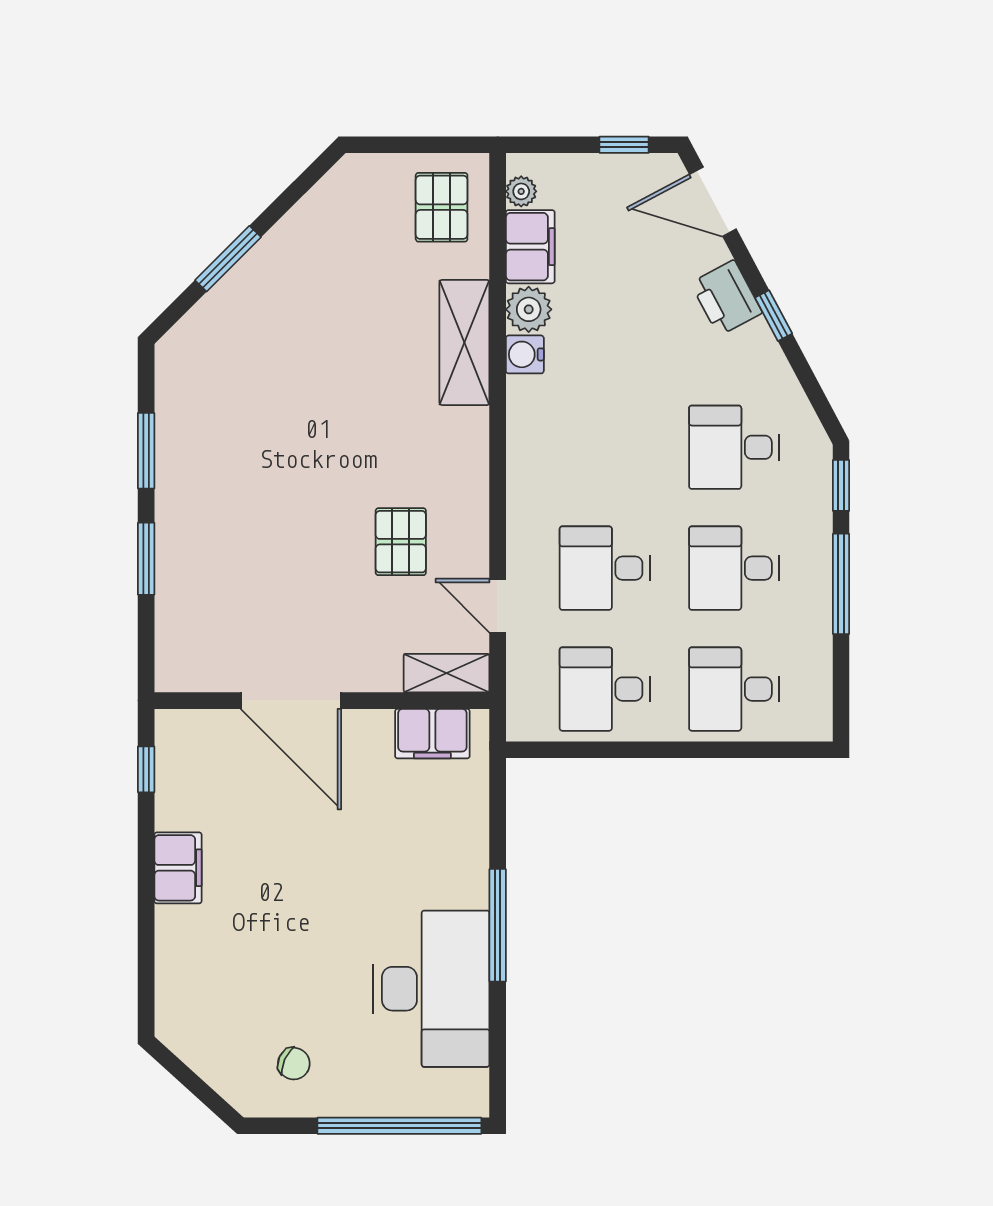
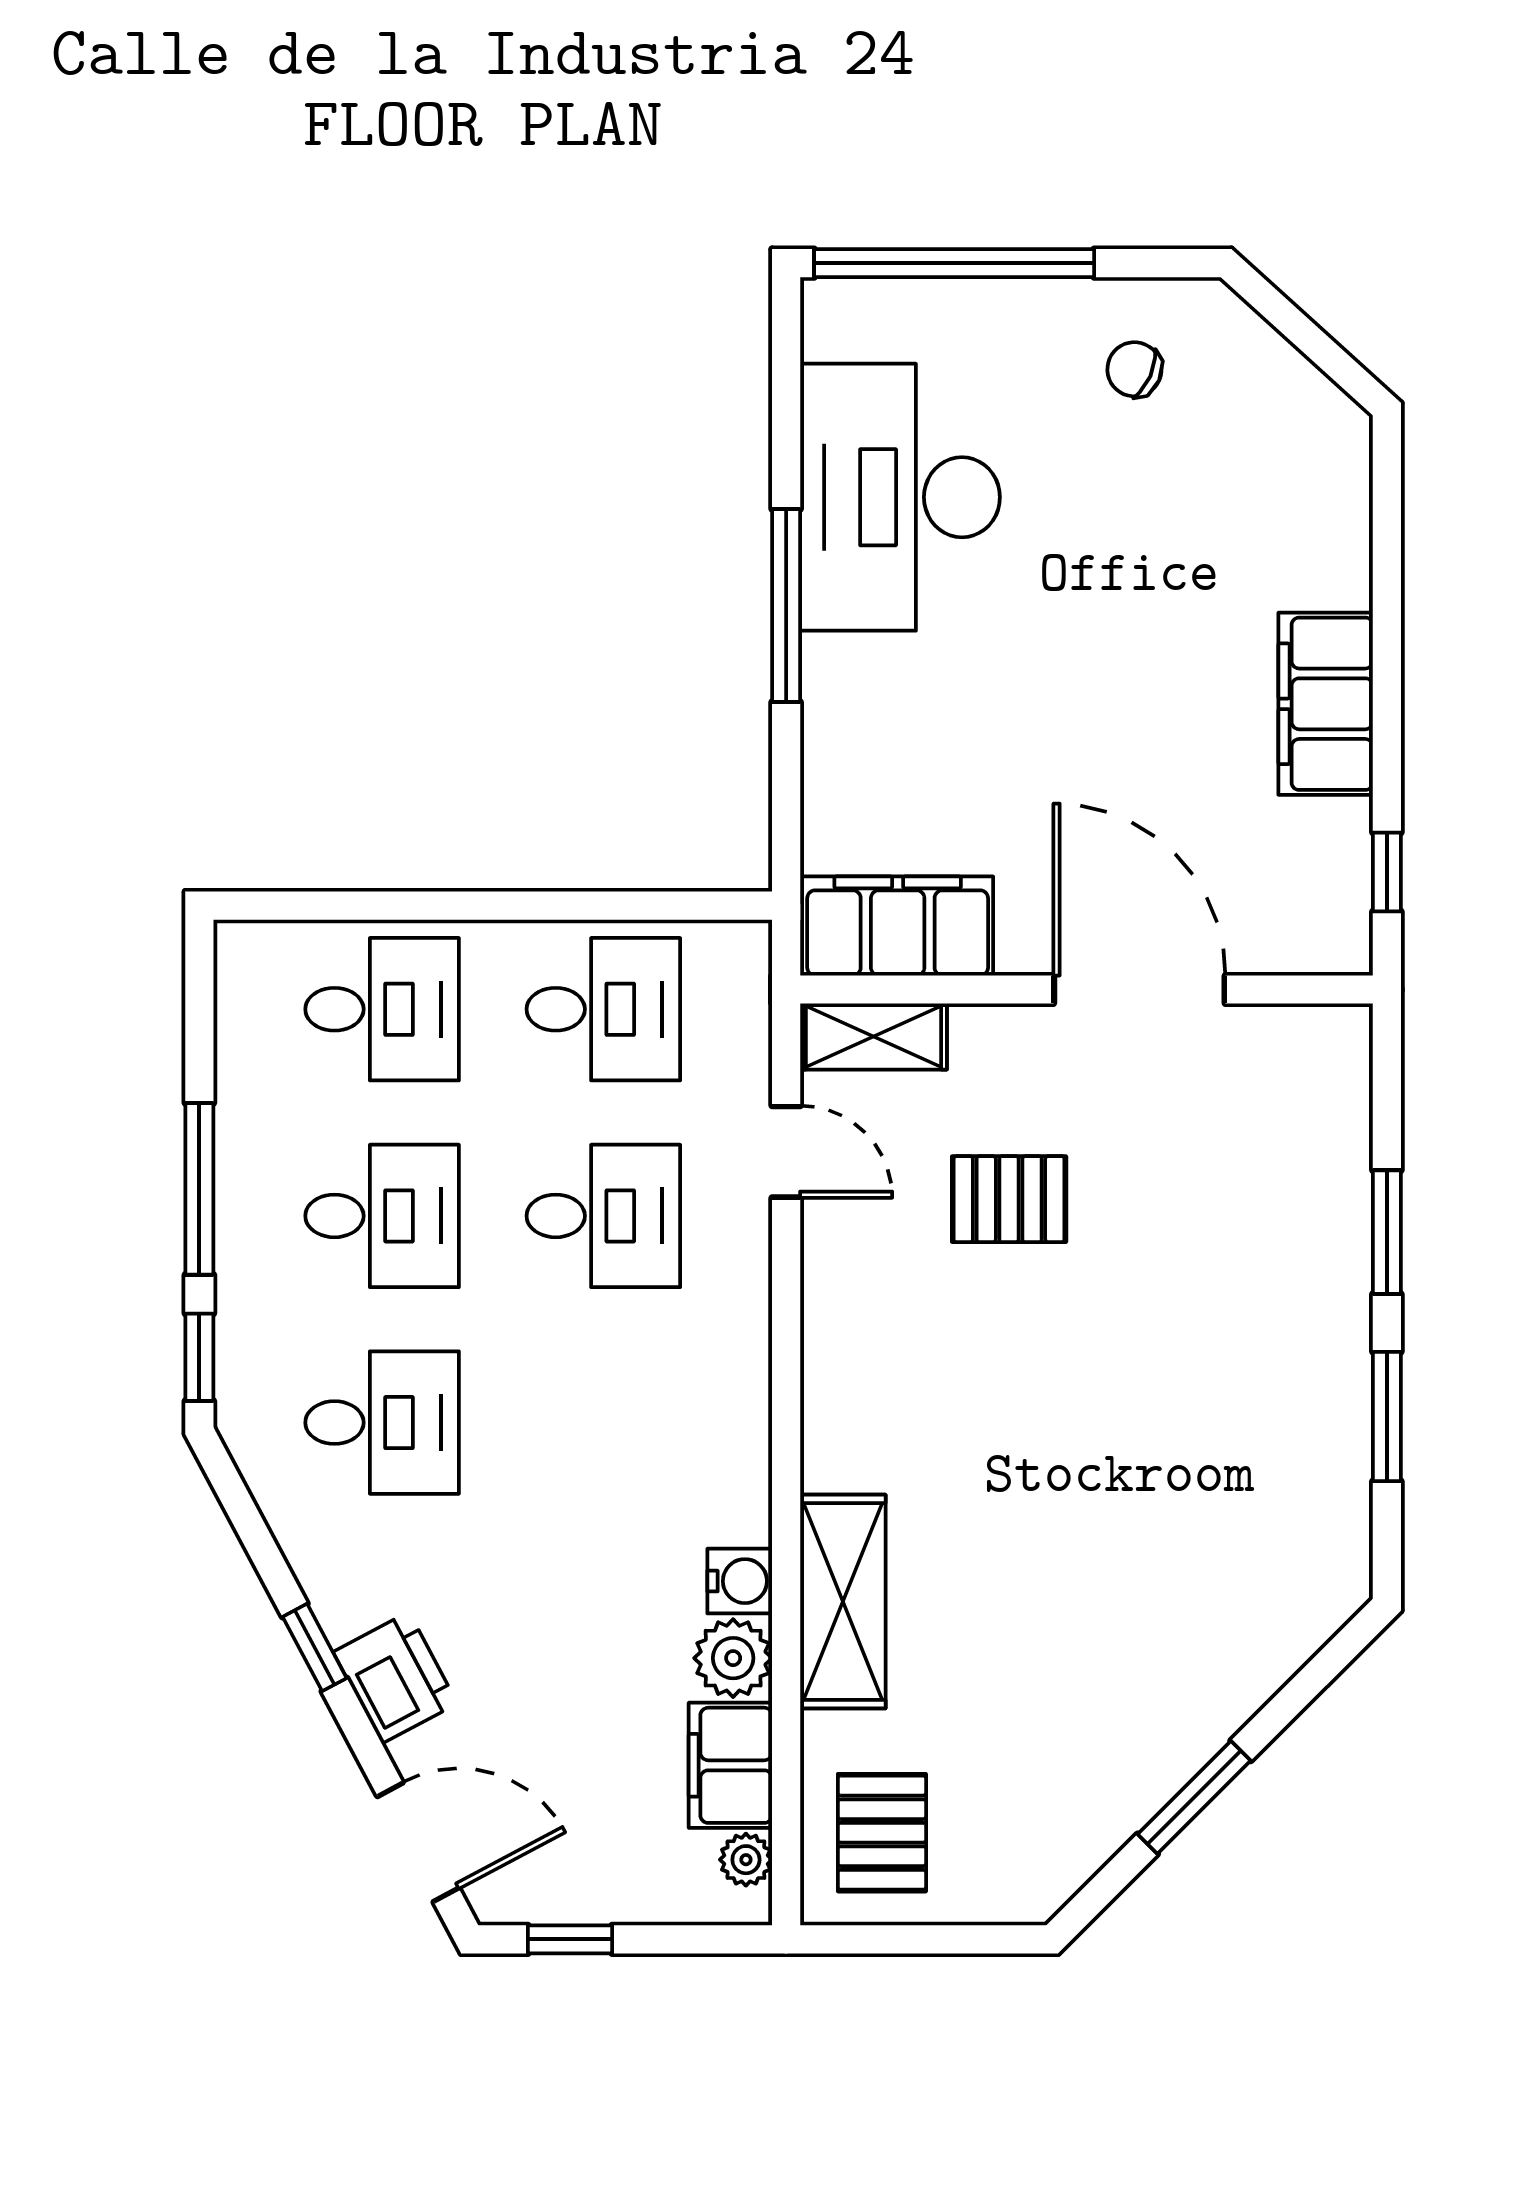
window: (228, 259) -> (1194, 1797), moved
pallet: (401, 542) -> (1009, 1199), moved, turned 90
filing cabinet: (432, 734) -> (898, 926), width x1.50, depth x1.17
filing cabinet: (178, 868) -> (1326, 704), width x1.50, depth x1.17

